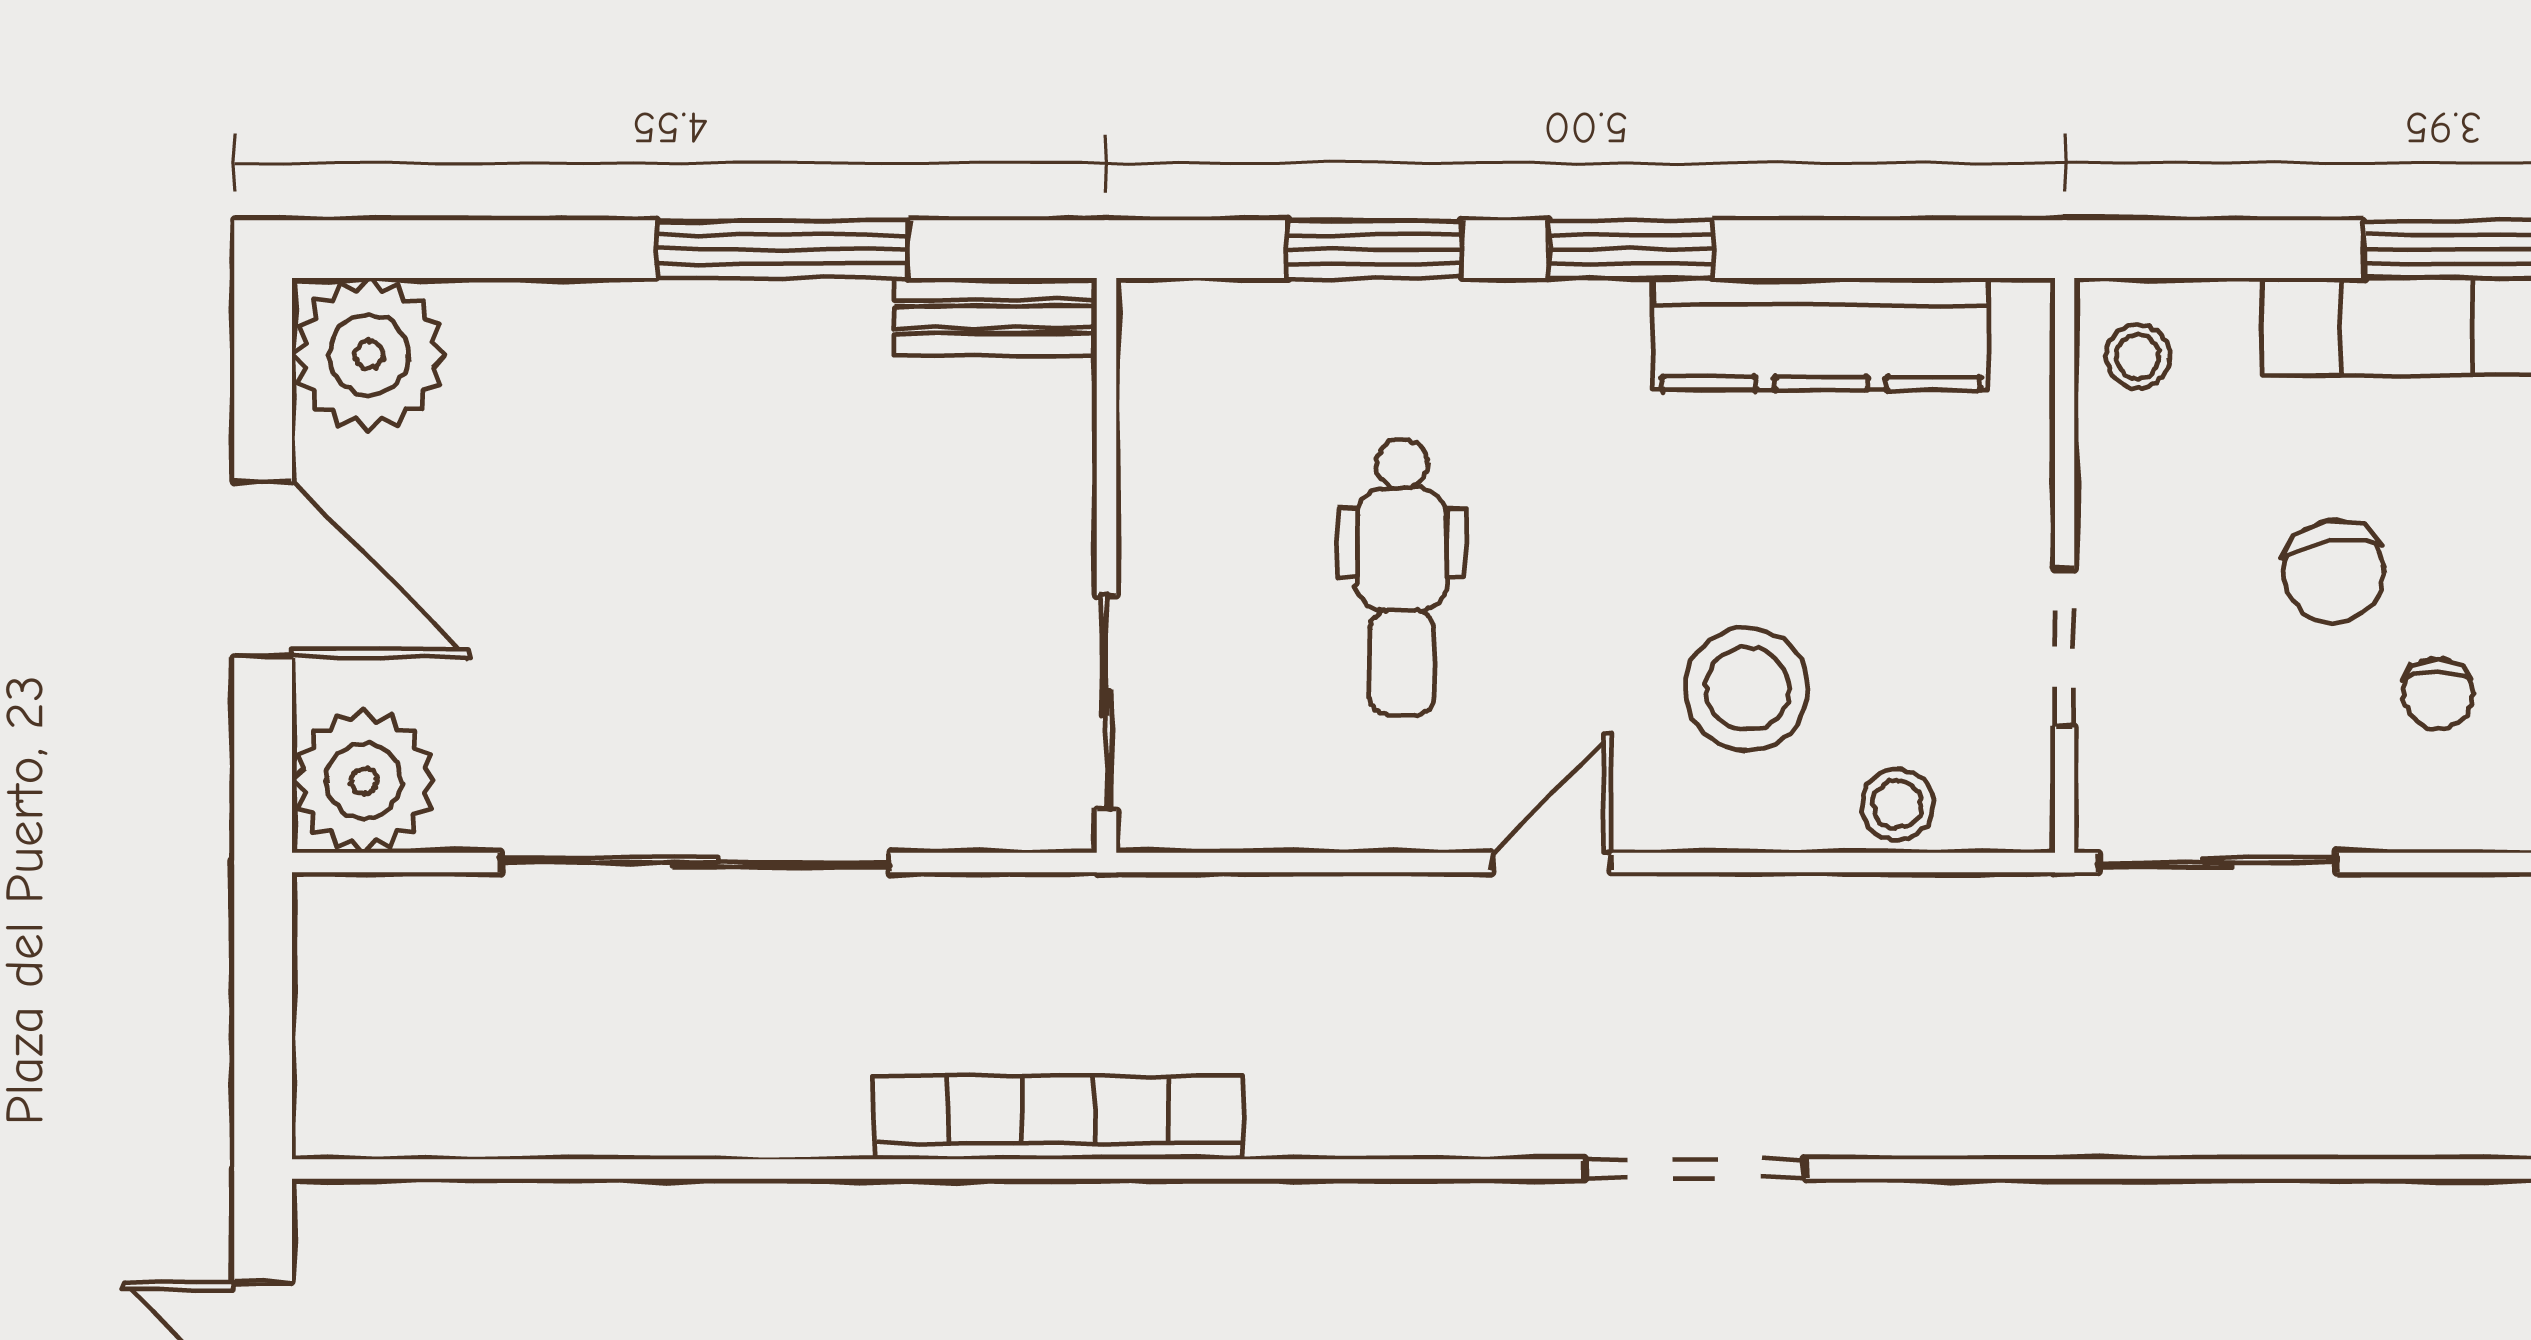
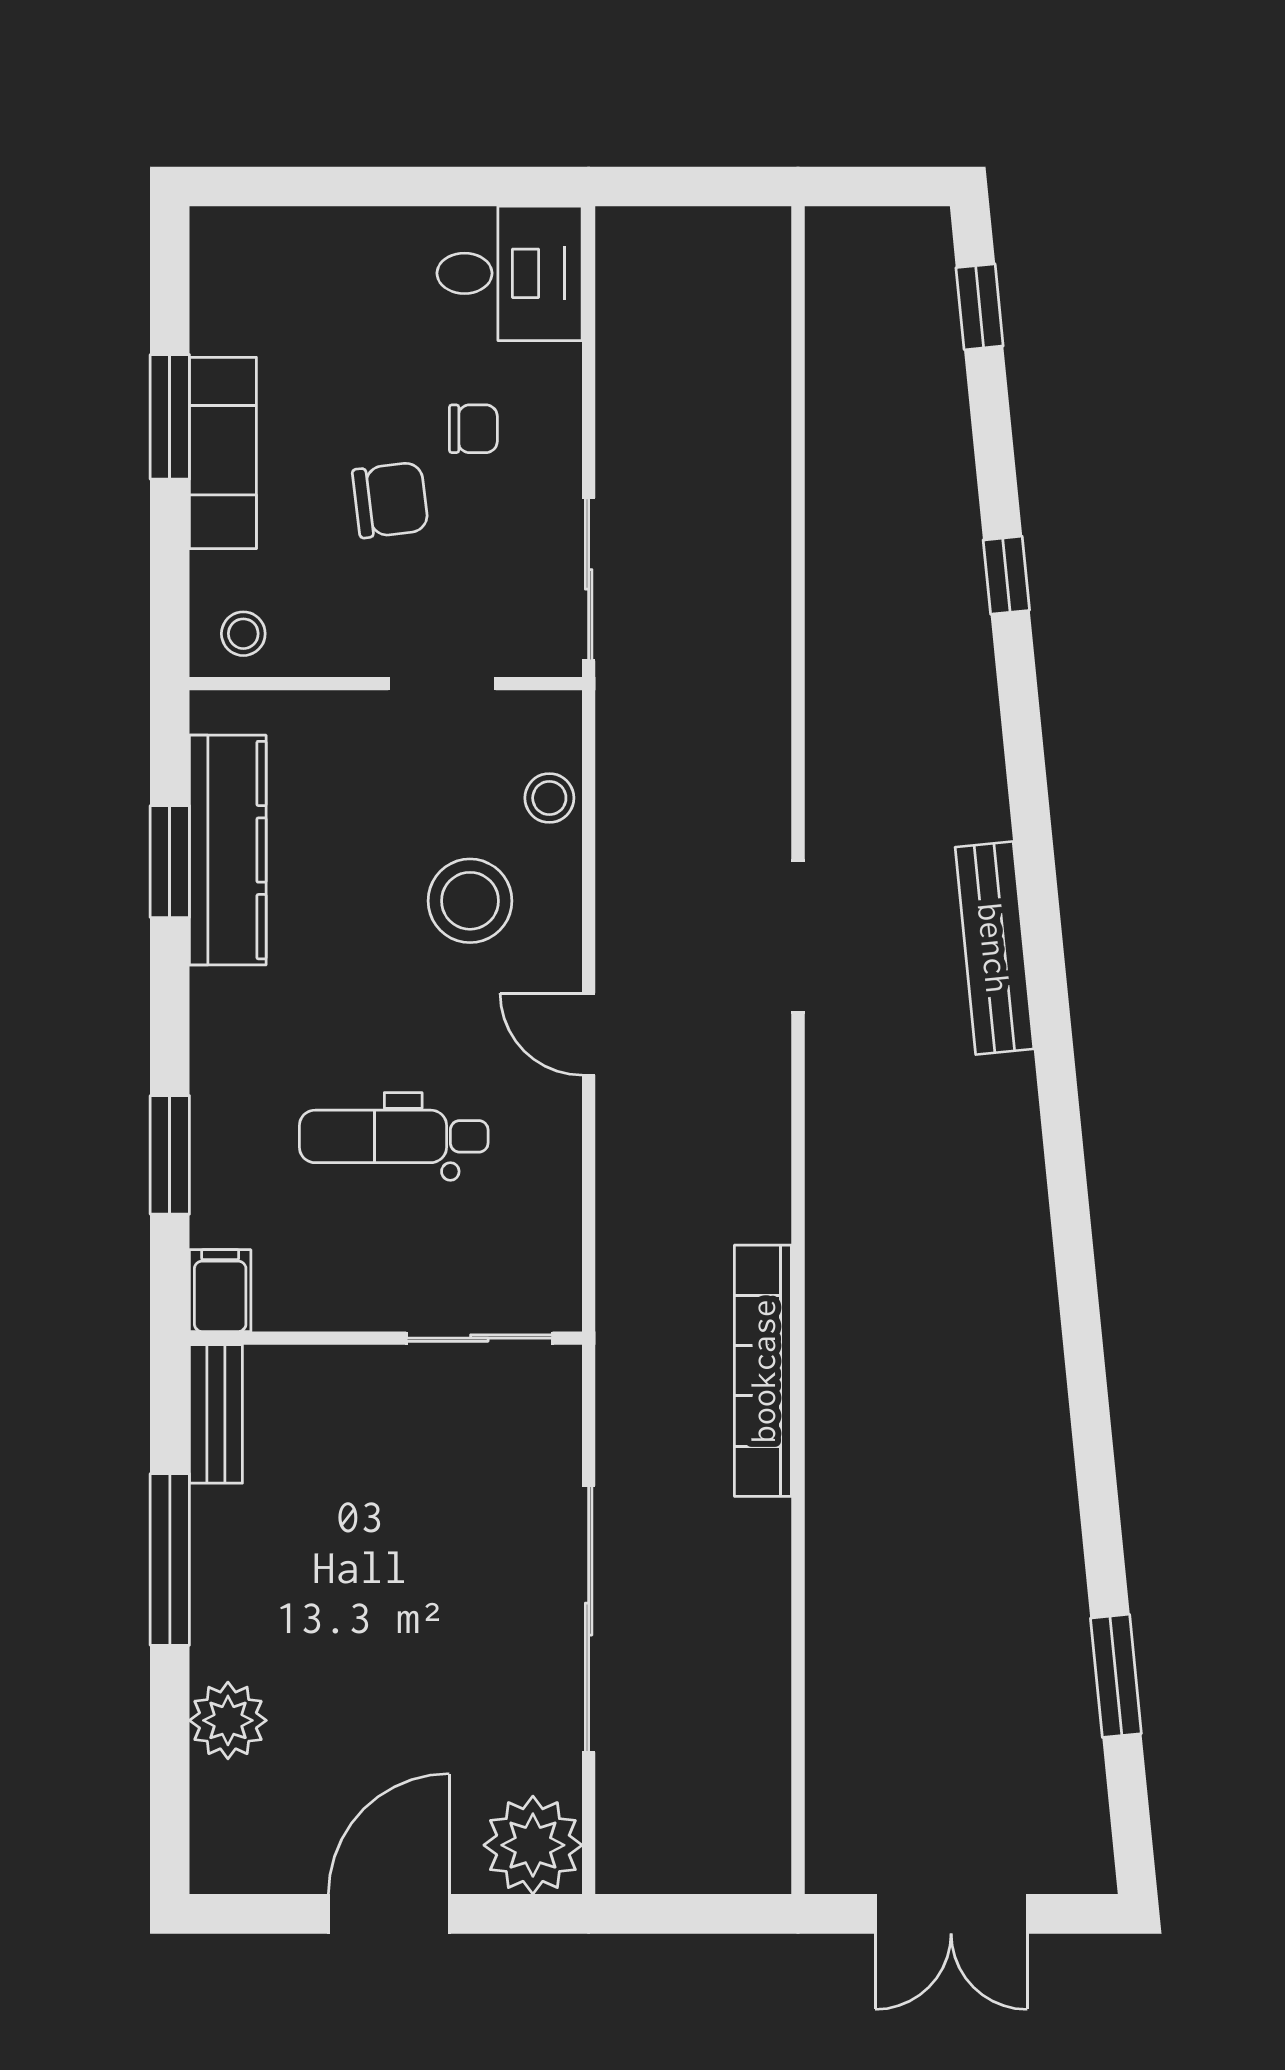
window: (1630, 249) -> (170, 862), moved
filing cabinet: (1176, 323) -> (220, 1291), added
plant: (369, 355) -> (228, 1720), moved, width x0.73, depth x0.73
dental chair: (1402, 577) -> (394, 1136), turned 180

